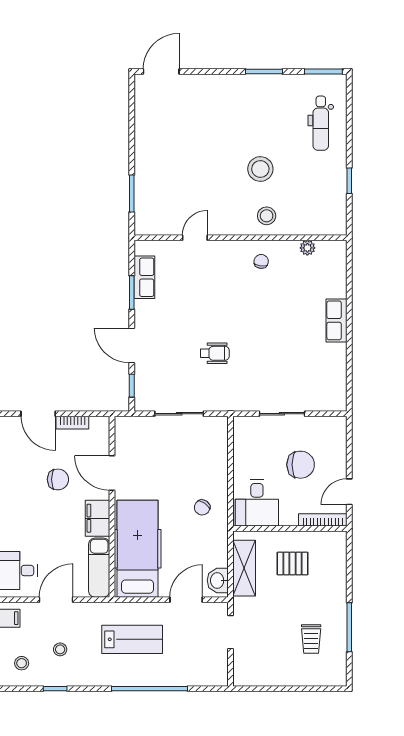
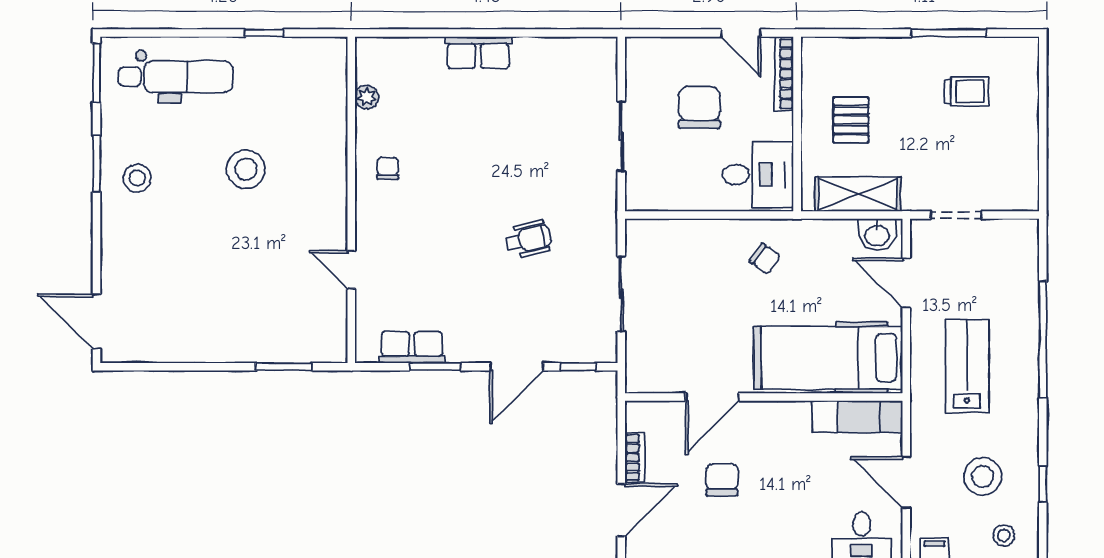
dental chair: (321, 123) -> (176, 77), width x1.36, depth x1.38
stool: (267, 216) -> (137, 178), moved
chair: (261, 261) -> (388, 168), turned 82
wheelchair: (215, 353) -> (528, 239), turned 77
filing cabinet: (97, 518) -> (781, 419), removed
stool: (60, 649) -> (983, 476), width x1.89, depth x1.89

